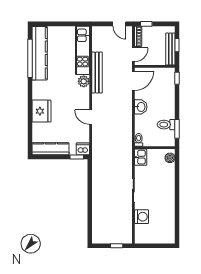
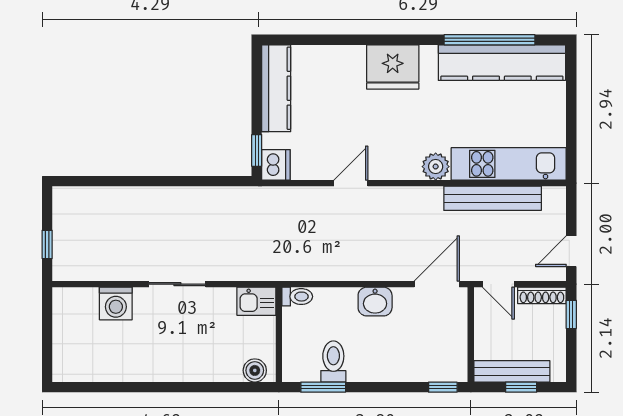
bench: (97, 73) -> (493, 198), moved
door: (133, 81) -> (437, 284), swing flipped
fridge: (41, 111) -> (393, 67), moved

